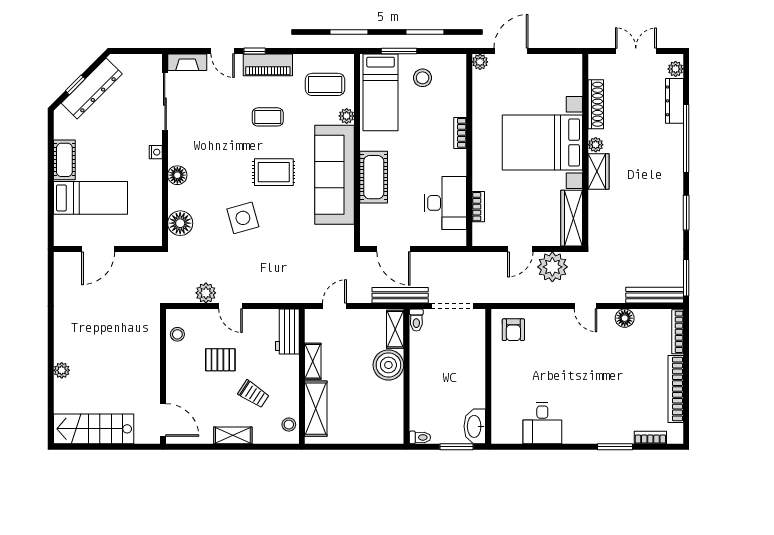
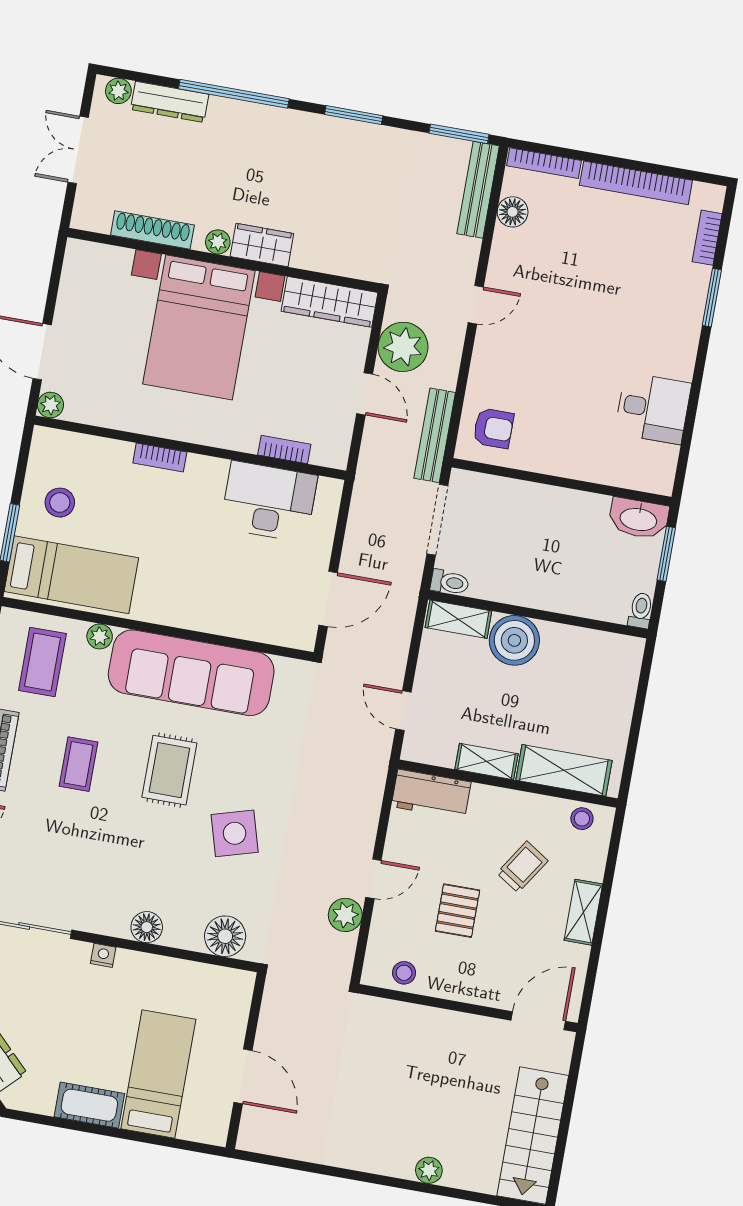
cot: (374, 177) -> (206, 610), removed
bench: (400, 295) -> (435, 435), moved
floor lamp: (625, 318) -> (513, 212), moved

